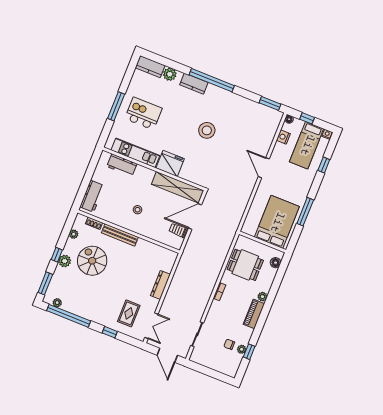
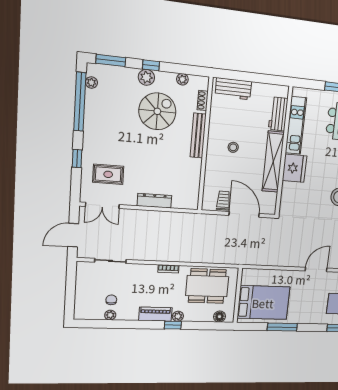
shelving: (178, 187) -> (273, 162), moved
dining table: (245, 265) -> (207, 286), width x1.37
window: (249, 352) -> (173, 325), moved

